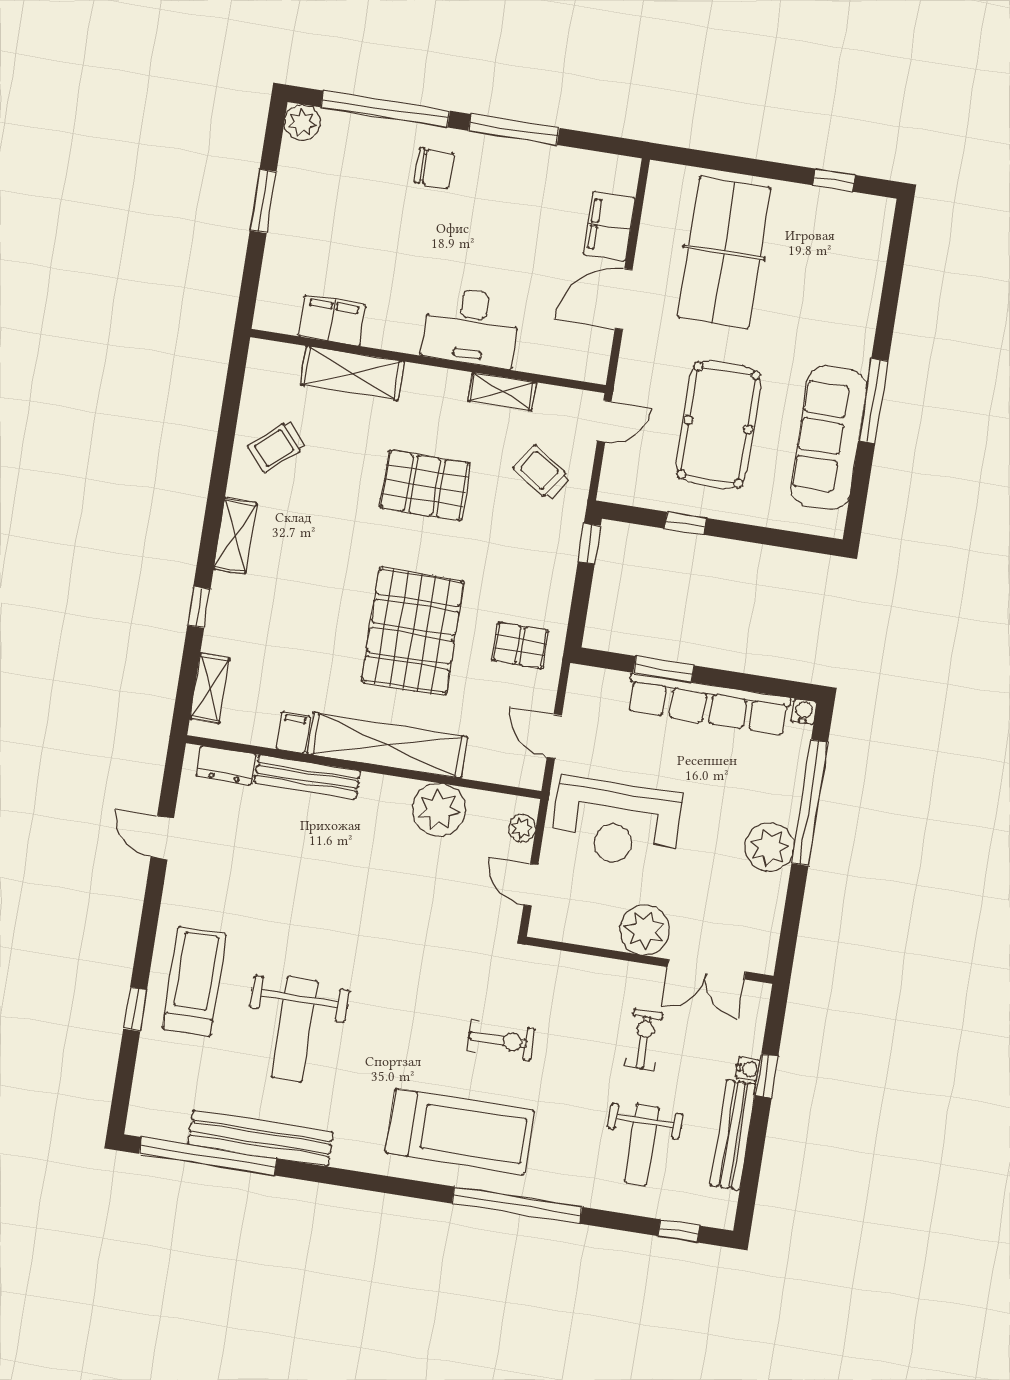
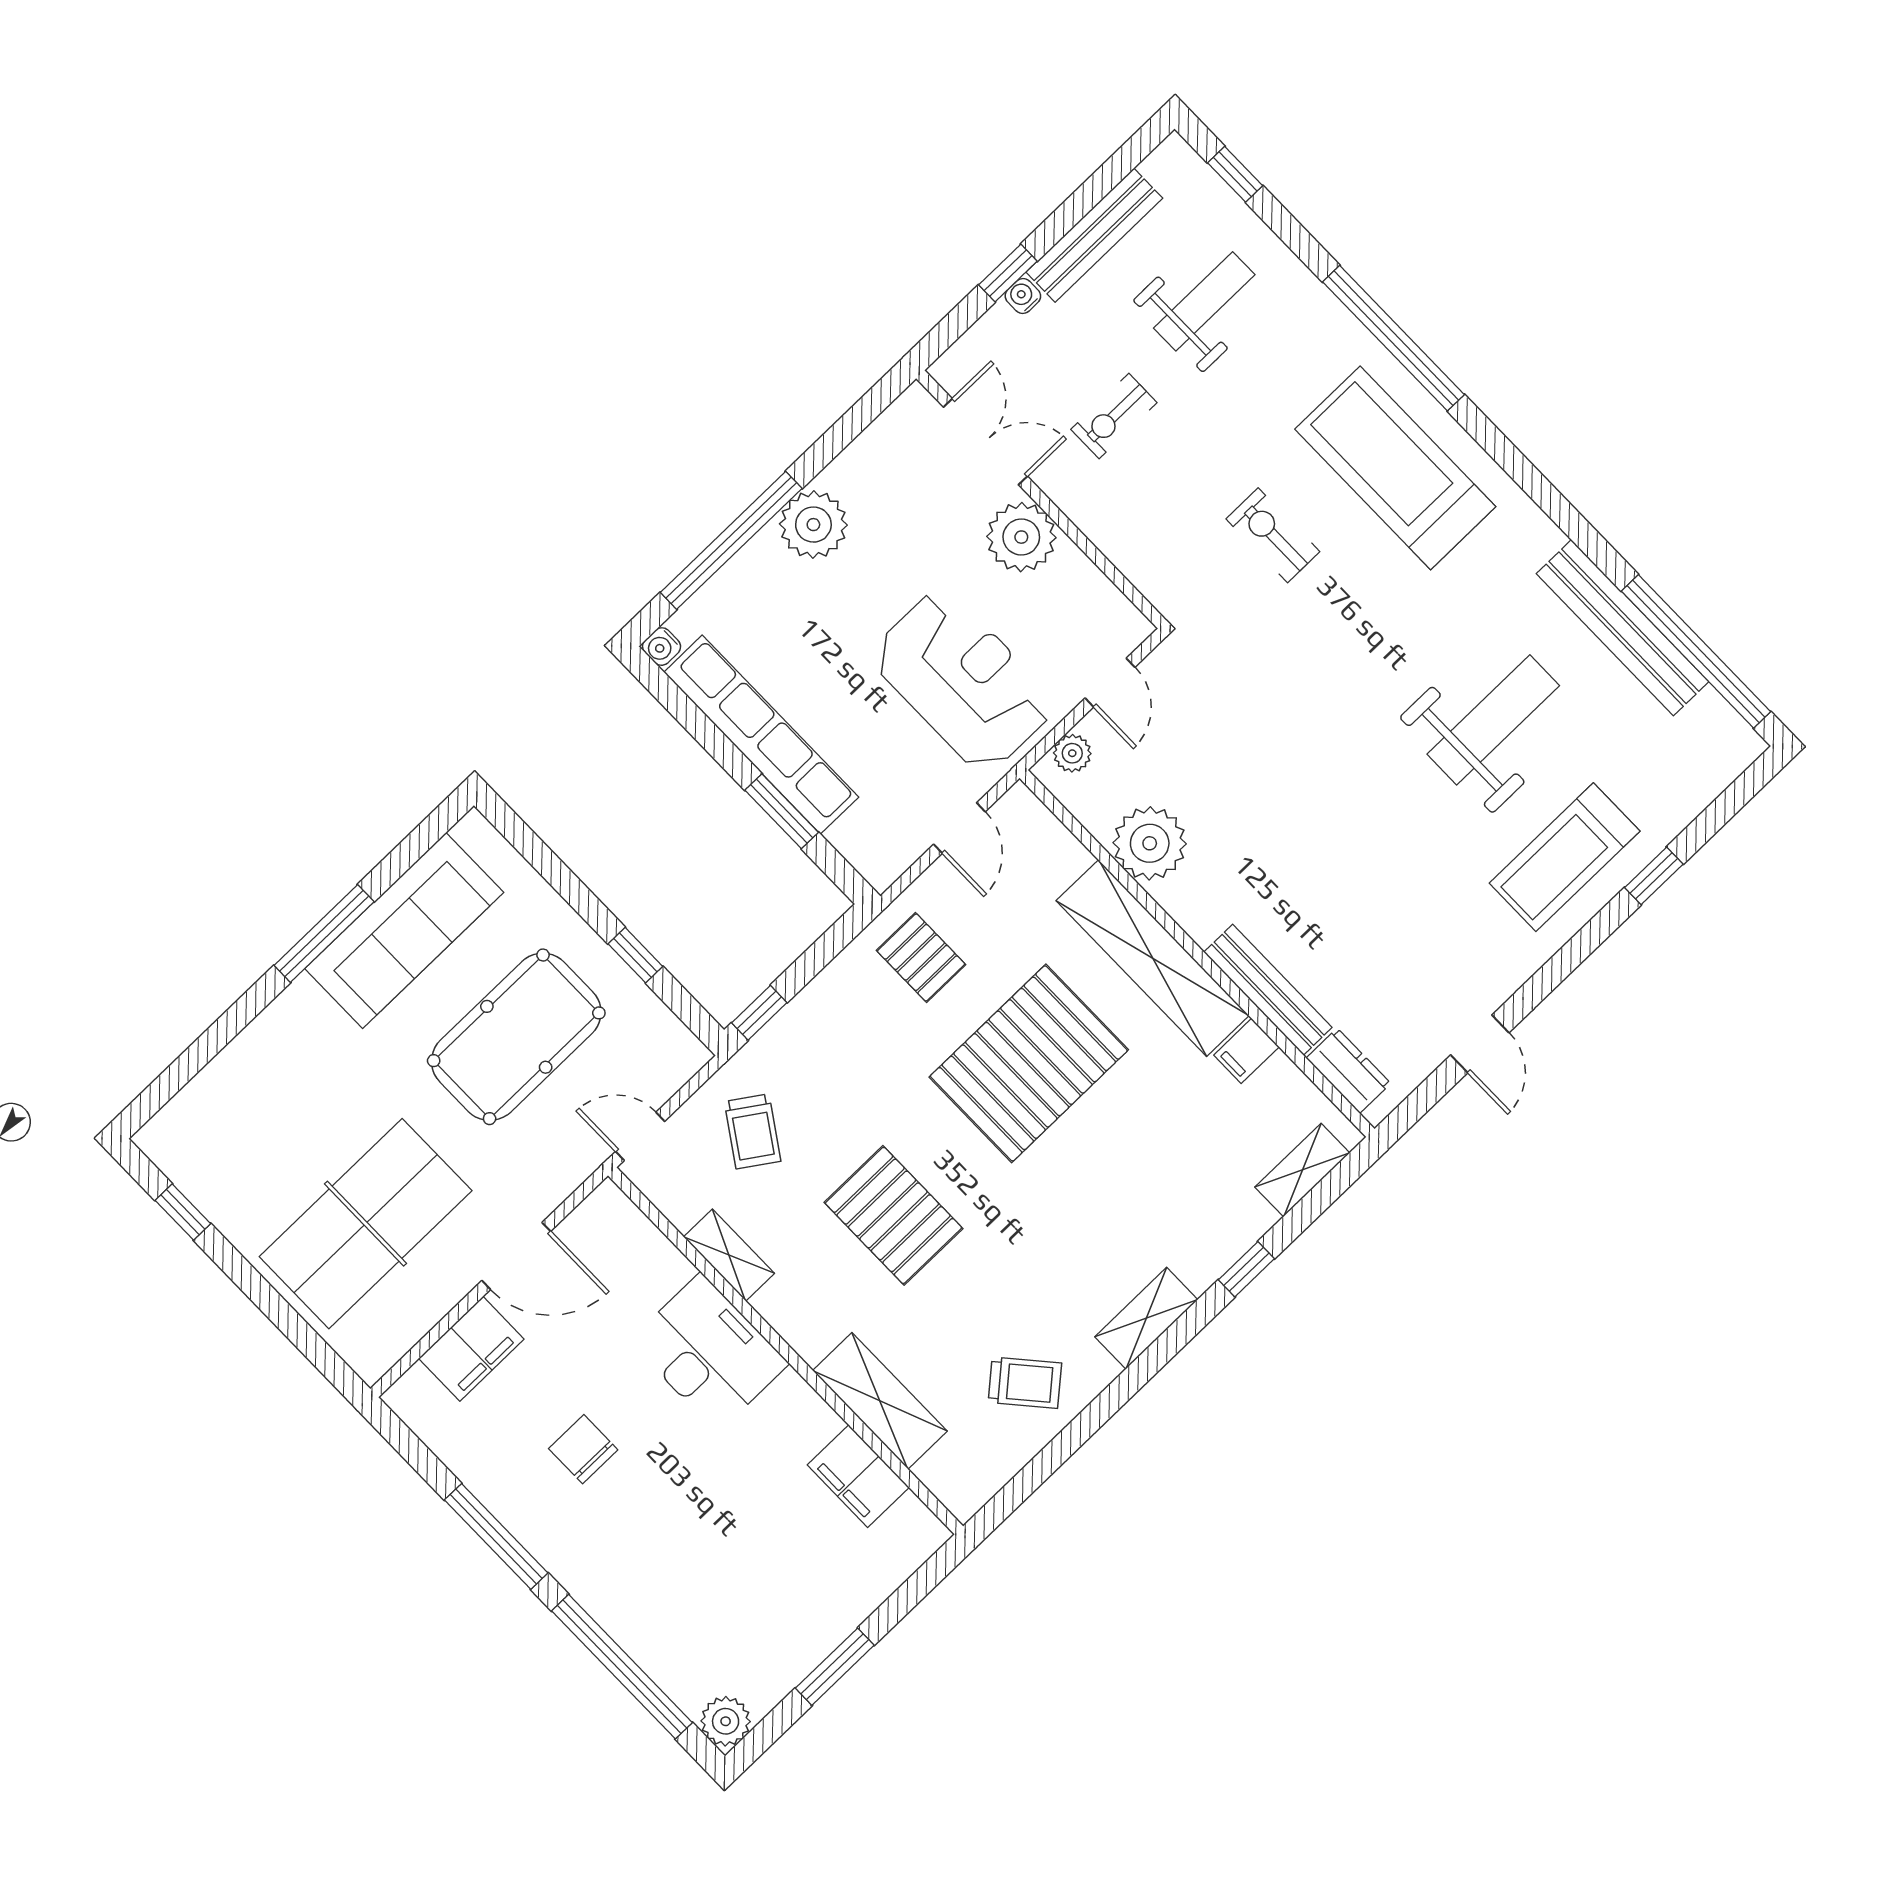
chair: (434, 168) -> (583, 1449), moved

